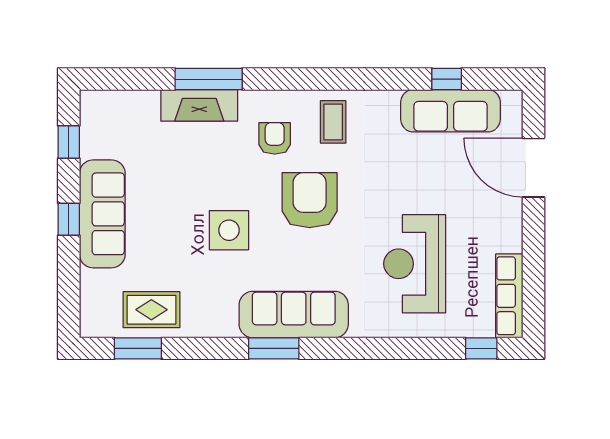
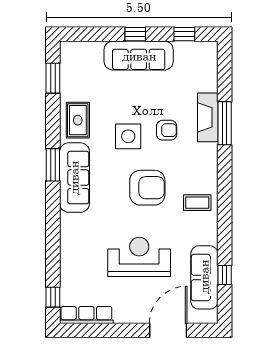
armchair: (275, 138) -> (167, 130), moved
reception desk: (415, 264) -> (139, 257), moved
rug: (151, 310) -> (78, 120), moved

